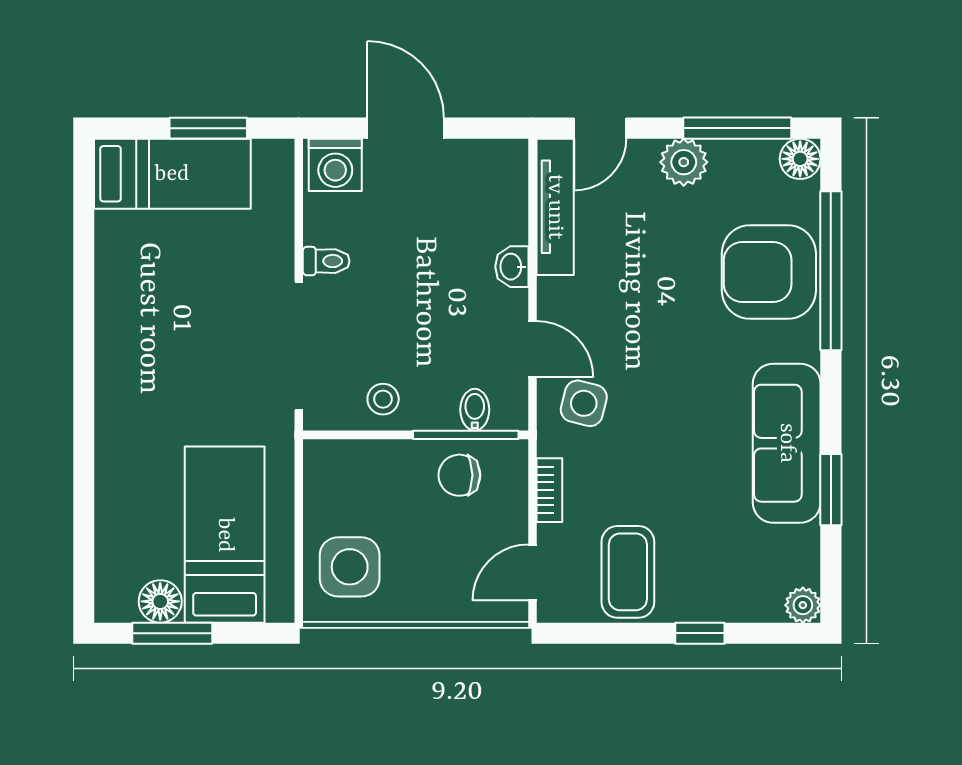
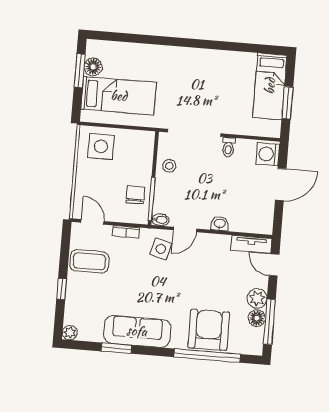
floor lamp: (800, 159) -> (257, 318), moved
tv unit: (555, 207) -> (251, 244), width x0.71
bidet: (475, 410) -> (160, 220), moved

